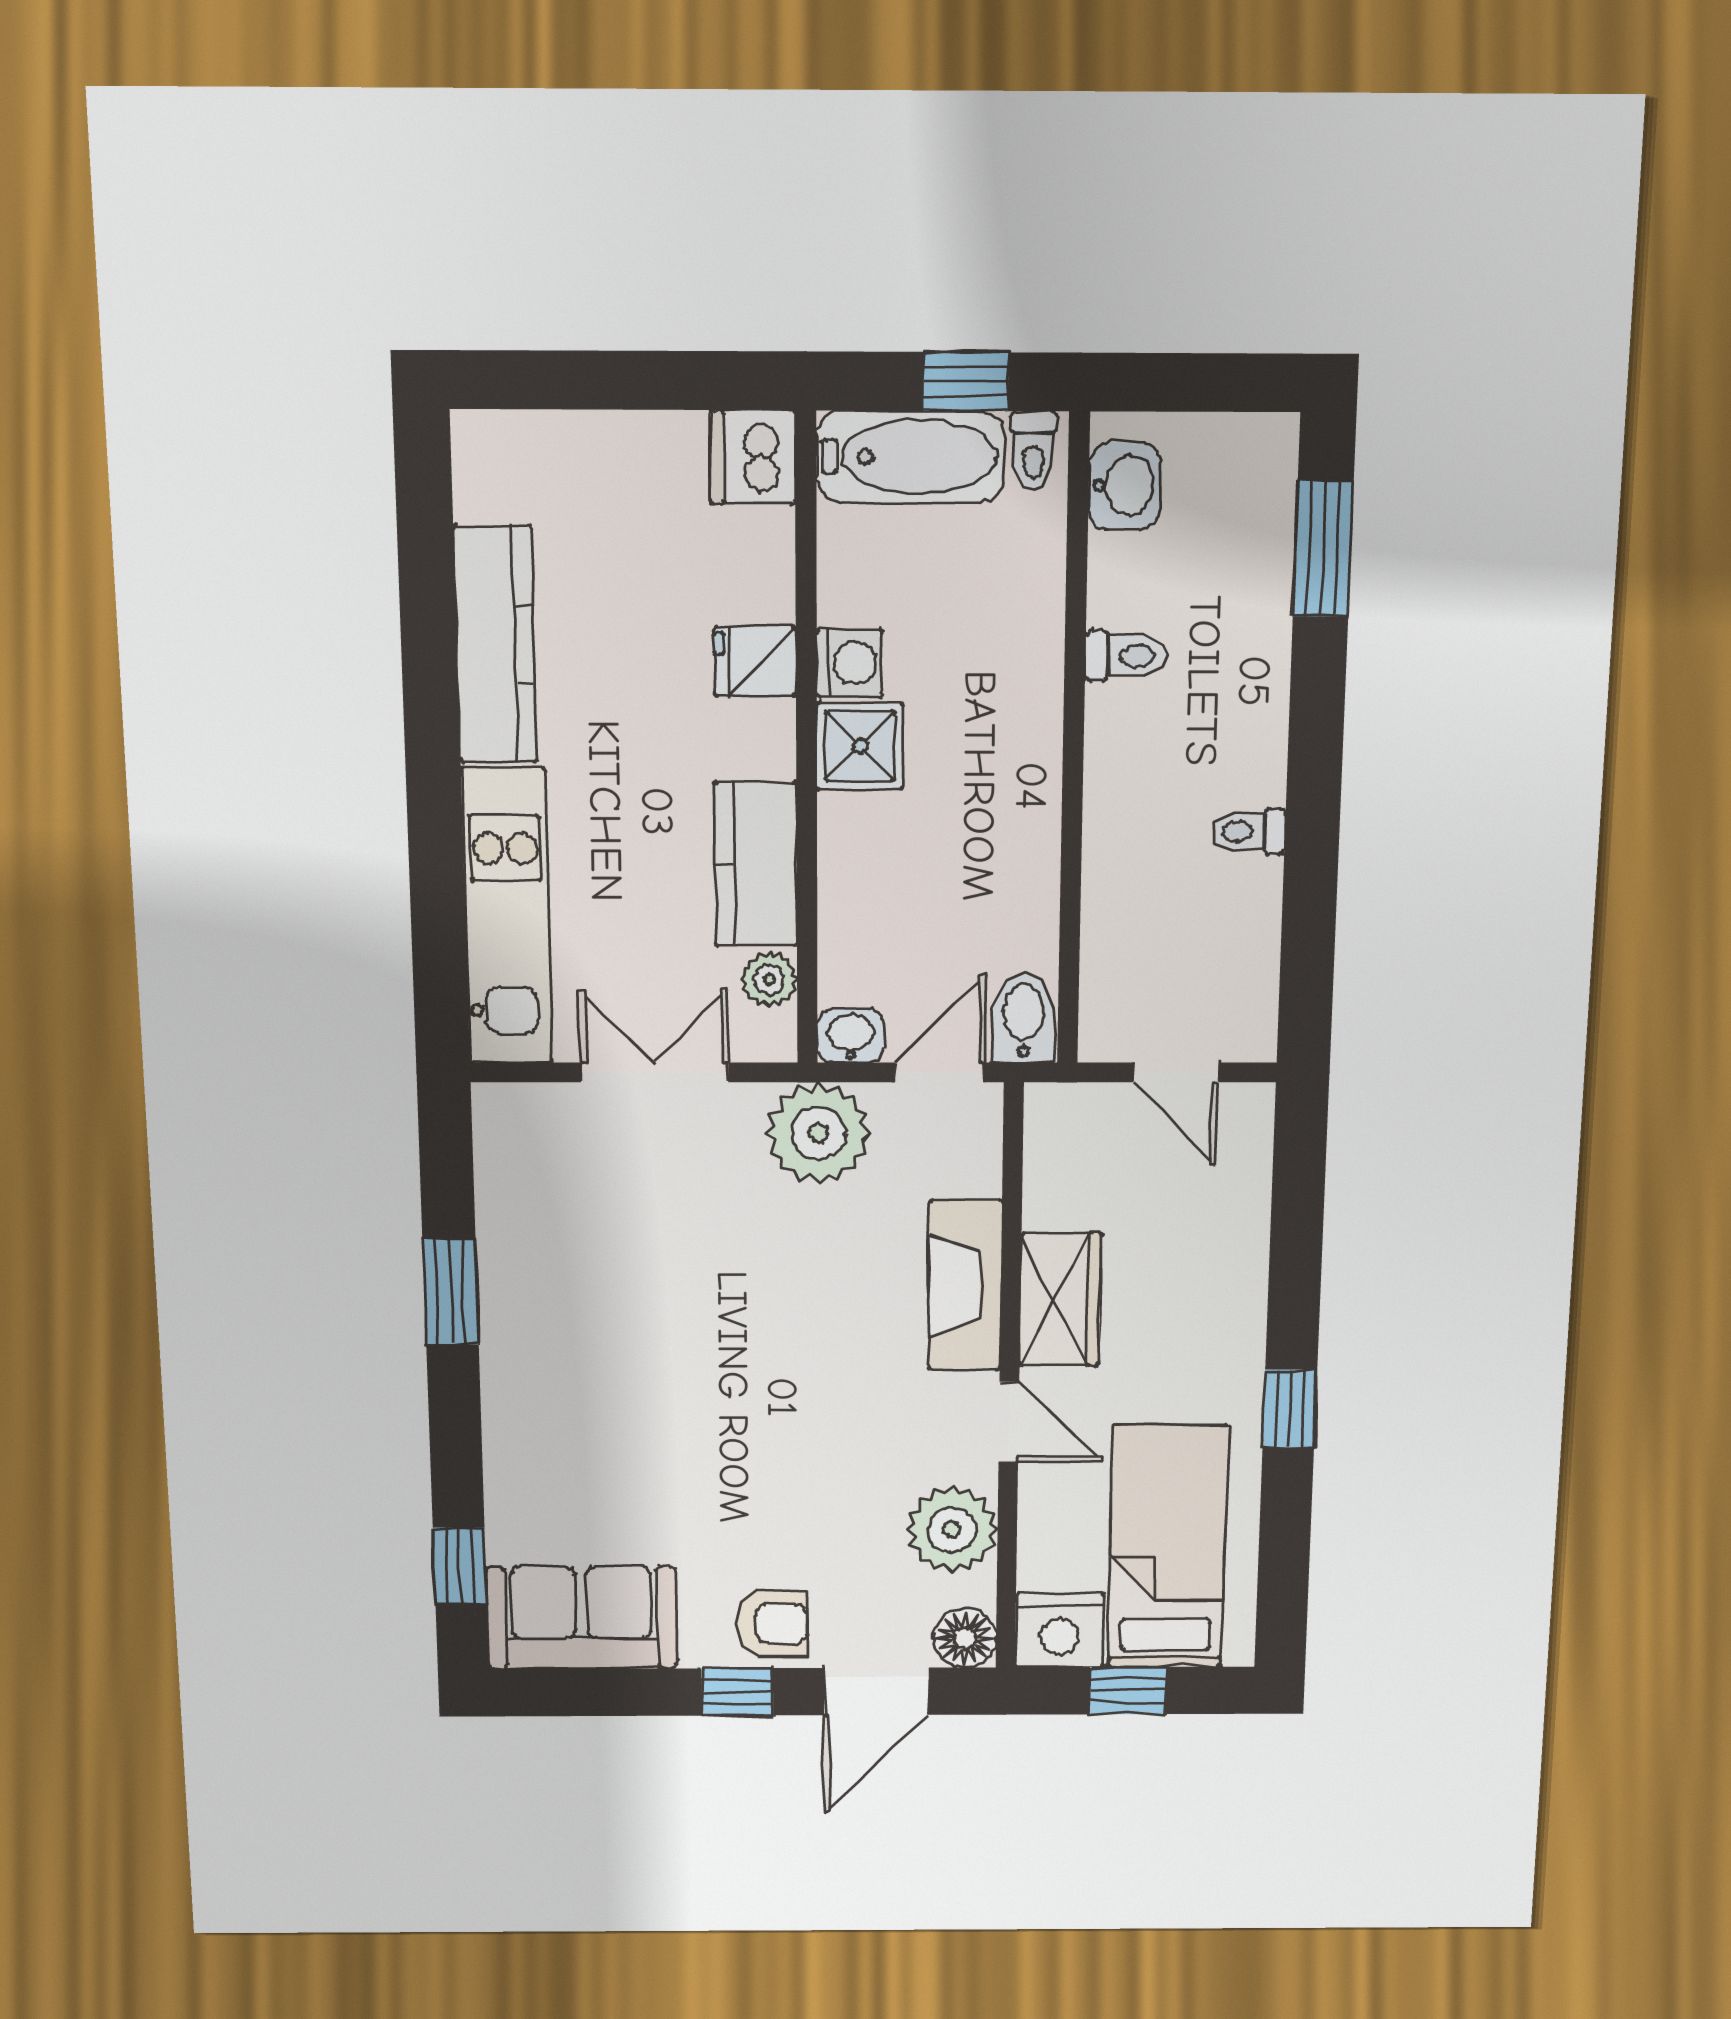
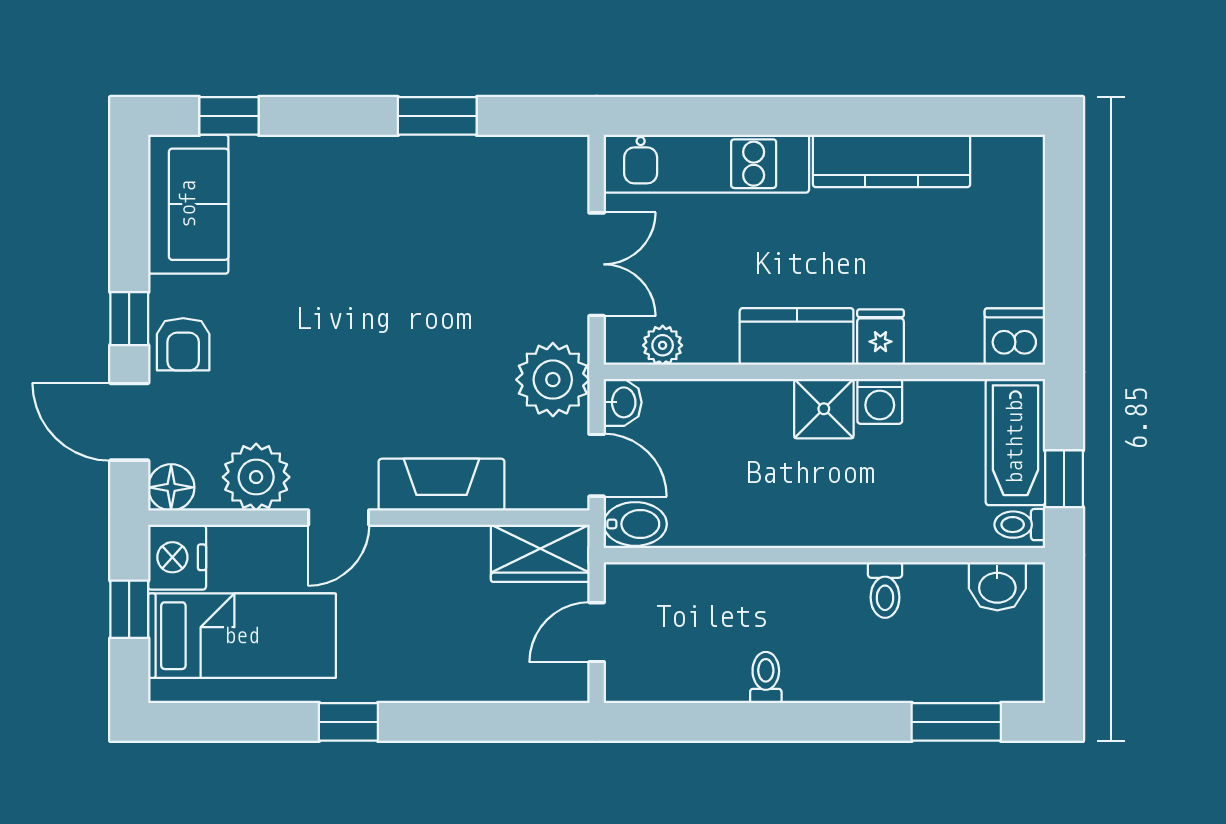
kitchen counter: (756, 864) -> (797, 336), moved
wardrobe: (1060, 1300) -> (540, 553), moved

